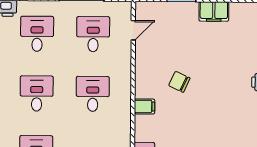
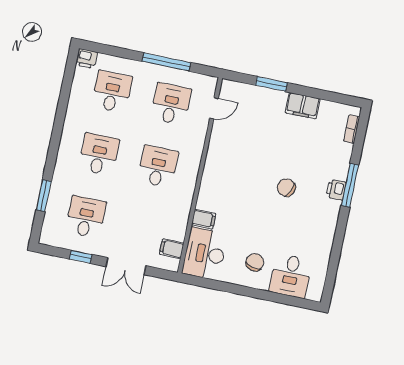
chair: (179, 82) -> (286, 188), moved
filing cabinet: (144, 106) -> (204, 219), moved

